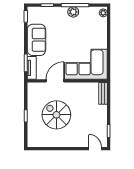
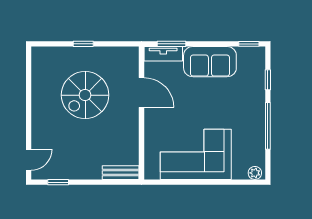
plant: (73, 12) -> (256, 123), removed
corner sofa: (86, 64) -> (196, 154), moved, turned -90
spiral stairs: (56, 115) -> (85, 95), turned 180

